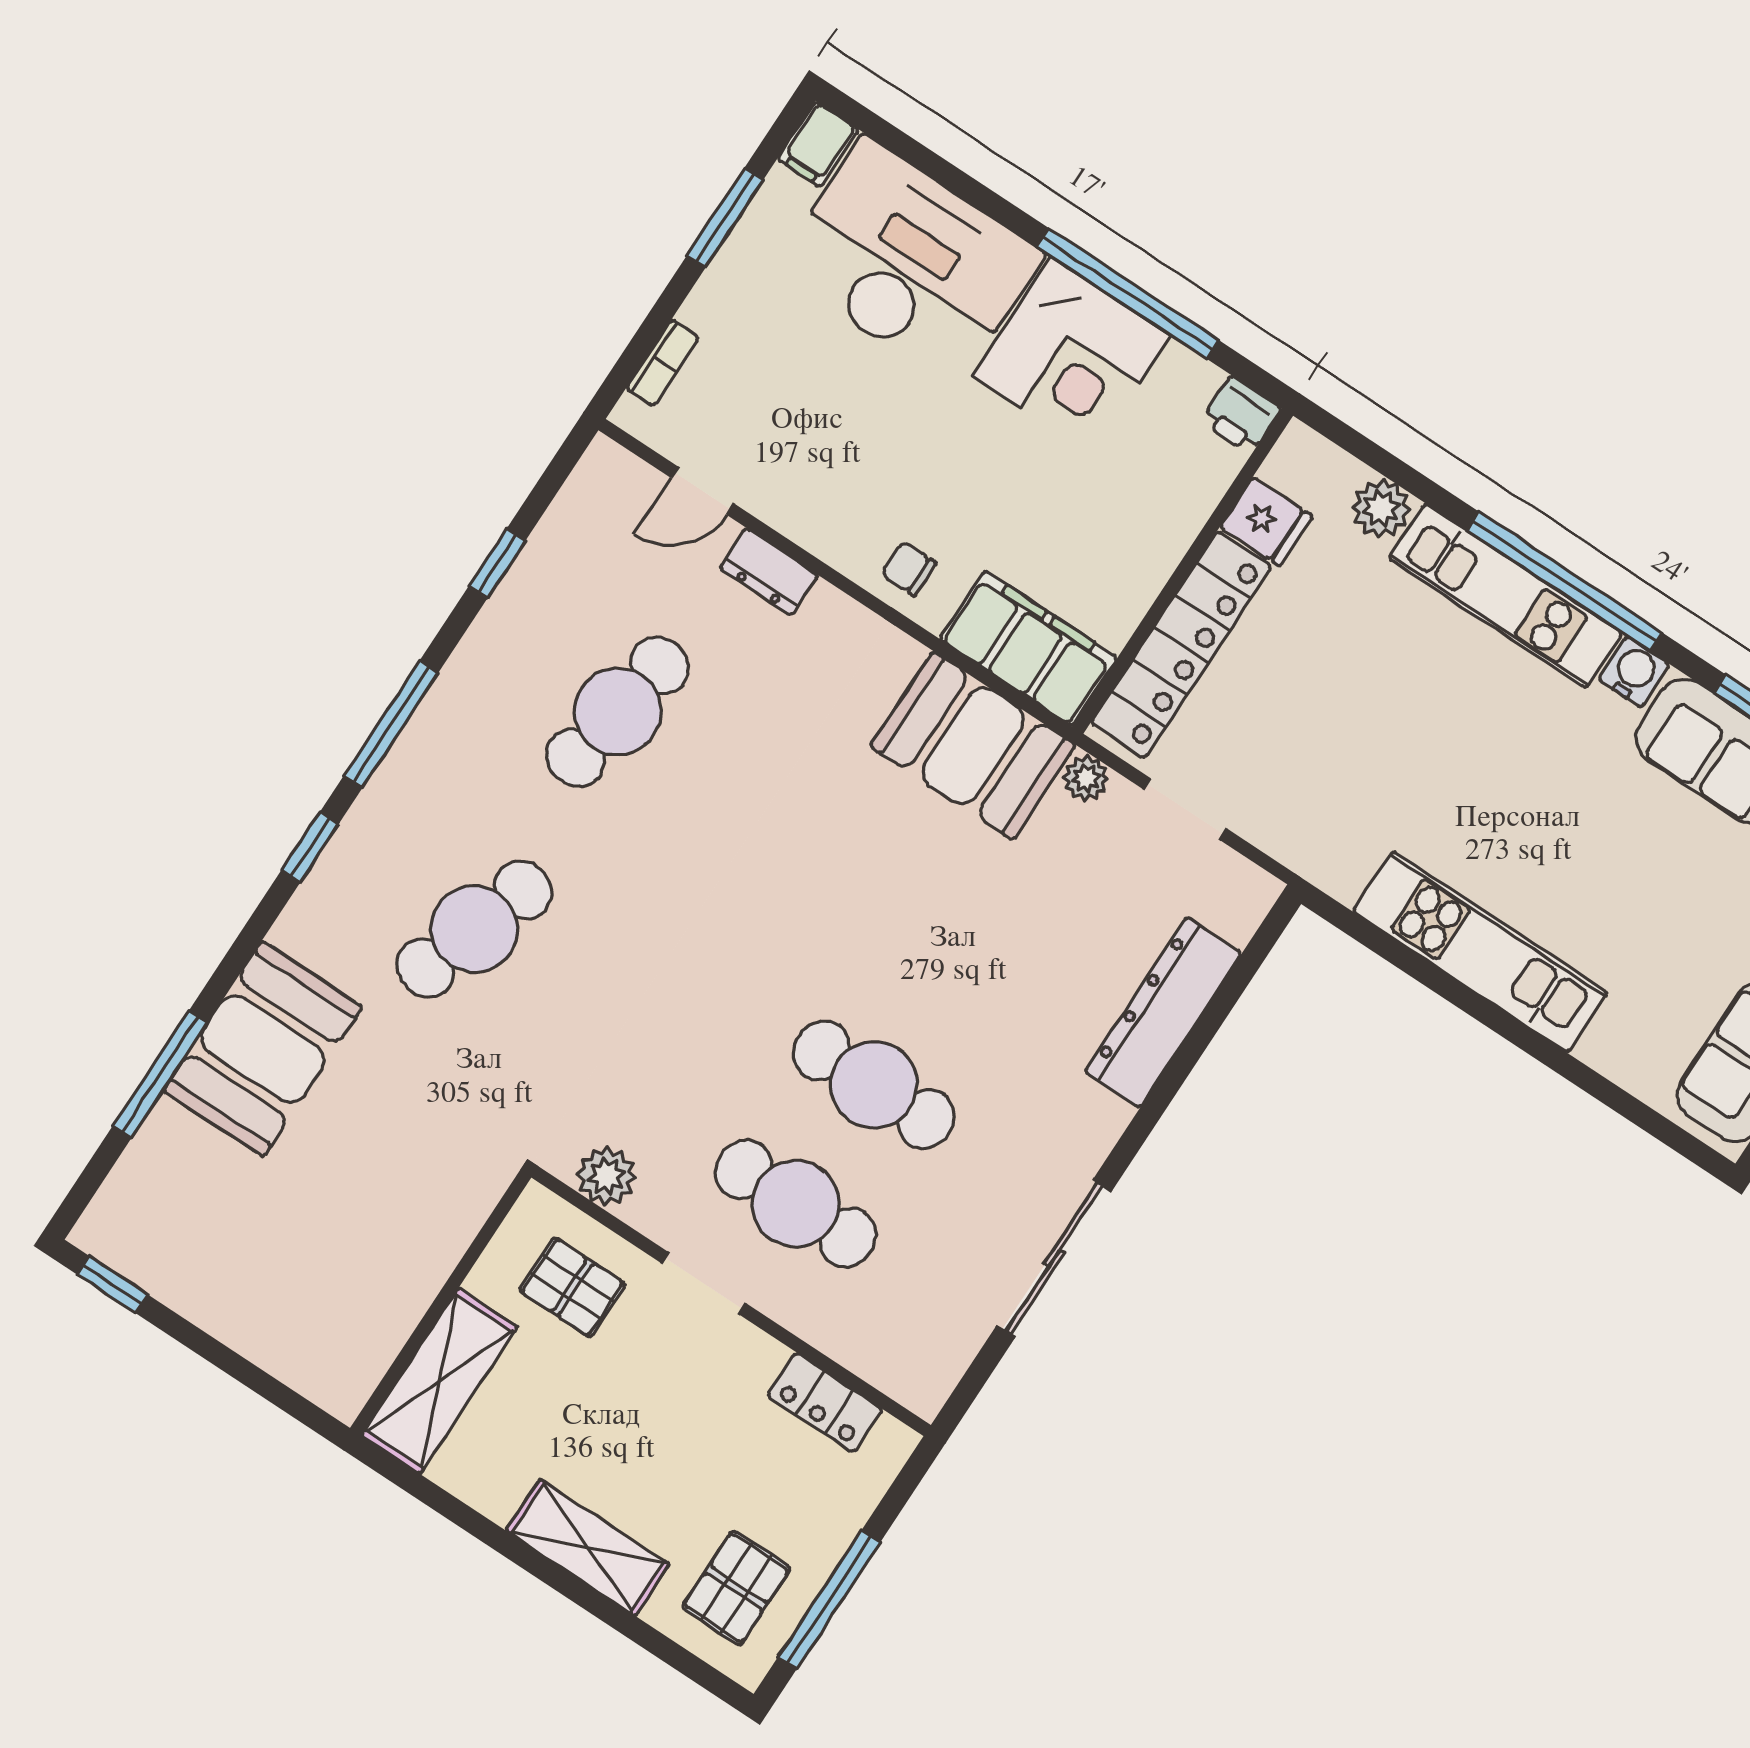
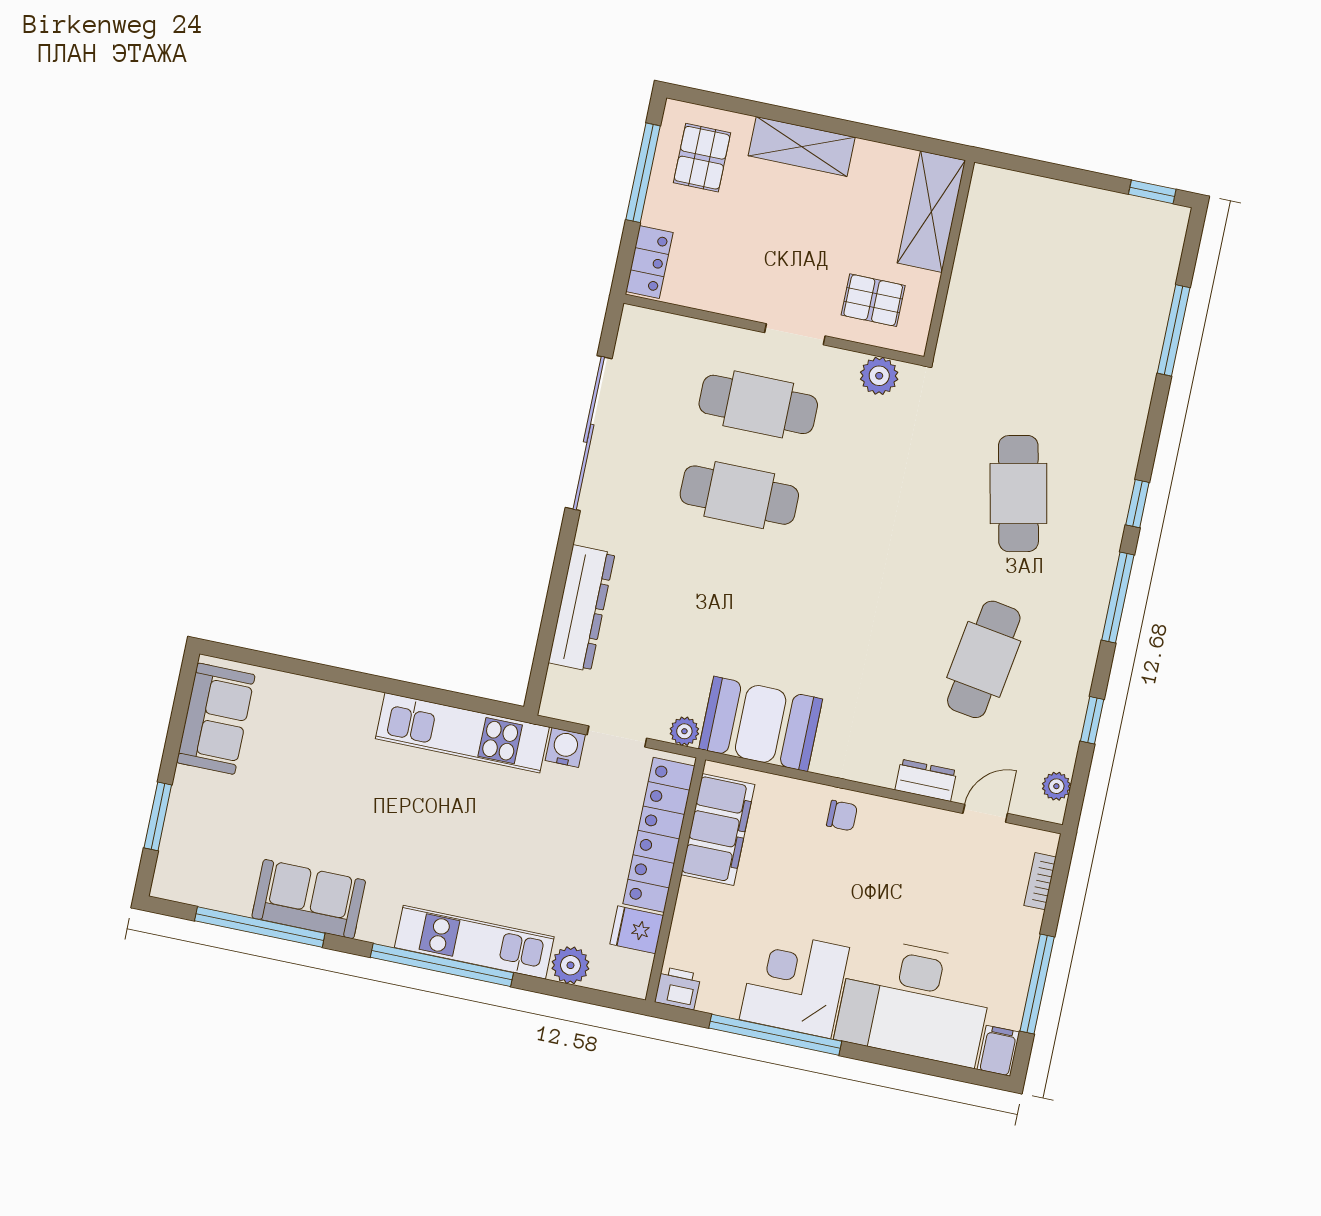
window: (725, 218) -> (1037, 984), width x1.44
plant: (586, 489) -> (1056, 786), added
filing cabinet: (1028, 648) -> (718, 830), moved, turned -90
water cooler: (1634, 672) -> (565, 747), moved, turned 180
cafe table: (474, 929) -> (1018, 494), turned -30
kitchen unit: (1480, 952) -> (462, 733), moved
booth: (263, 1049) -> (1118, 370), removed
sliding door: (1054, 1258) -> (589, 433), width x1.36
locker: (825, 1402) -> (649, 262), moved, turned 90

